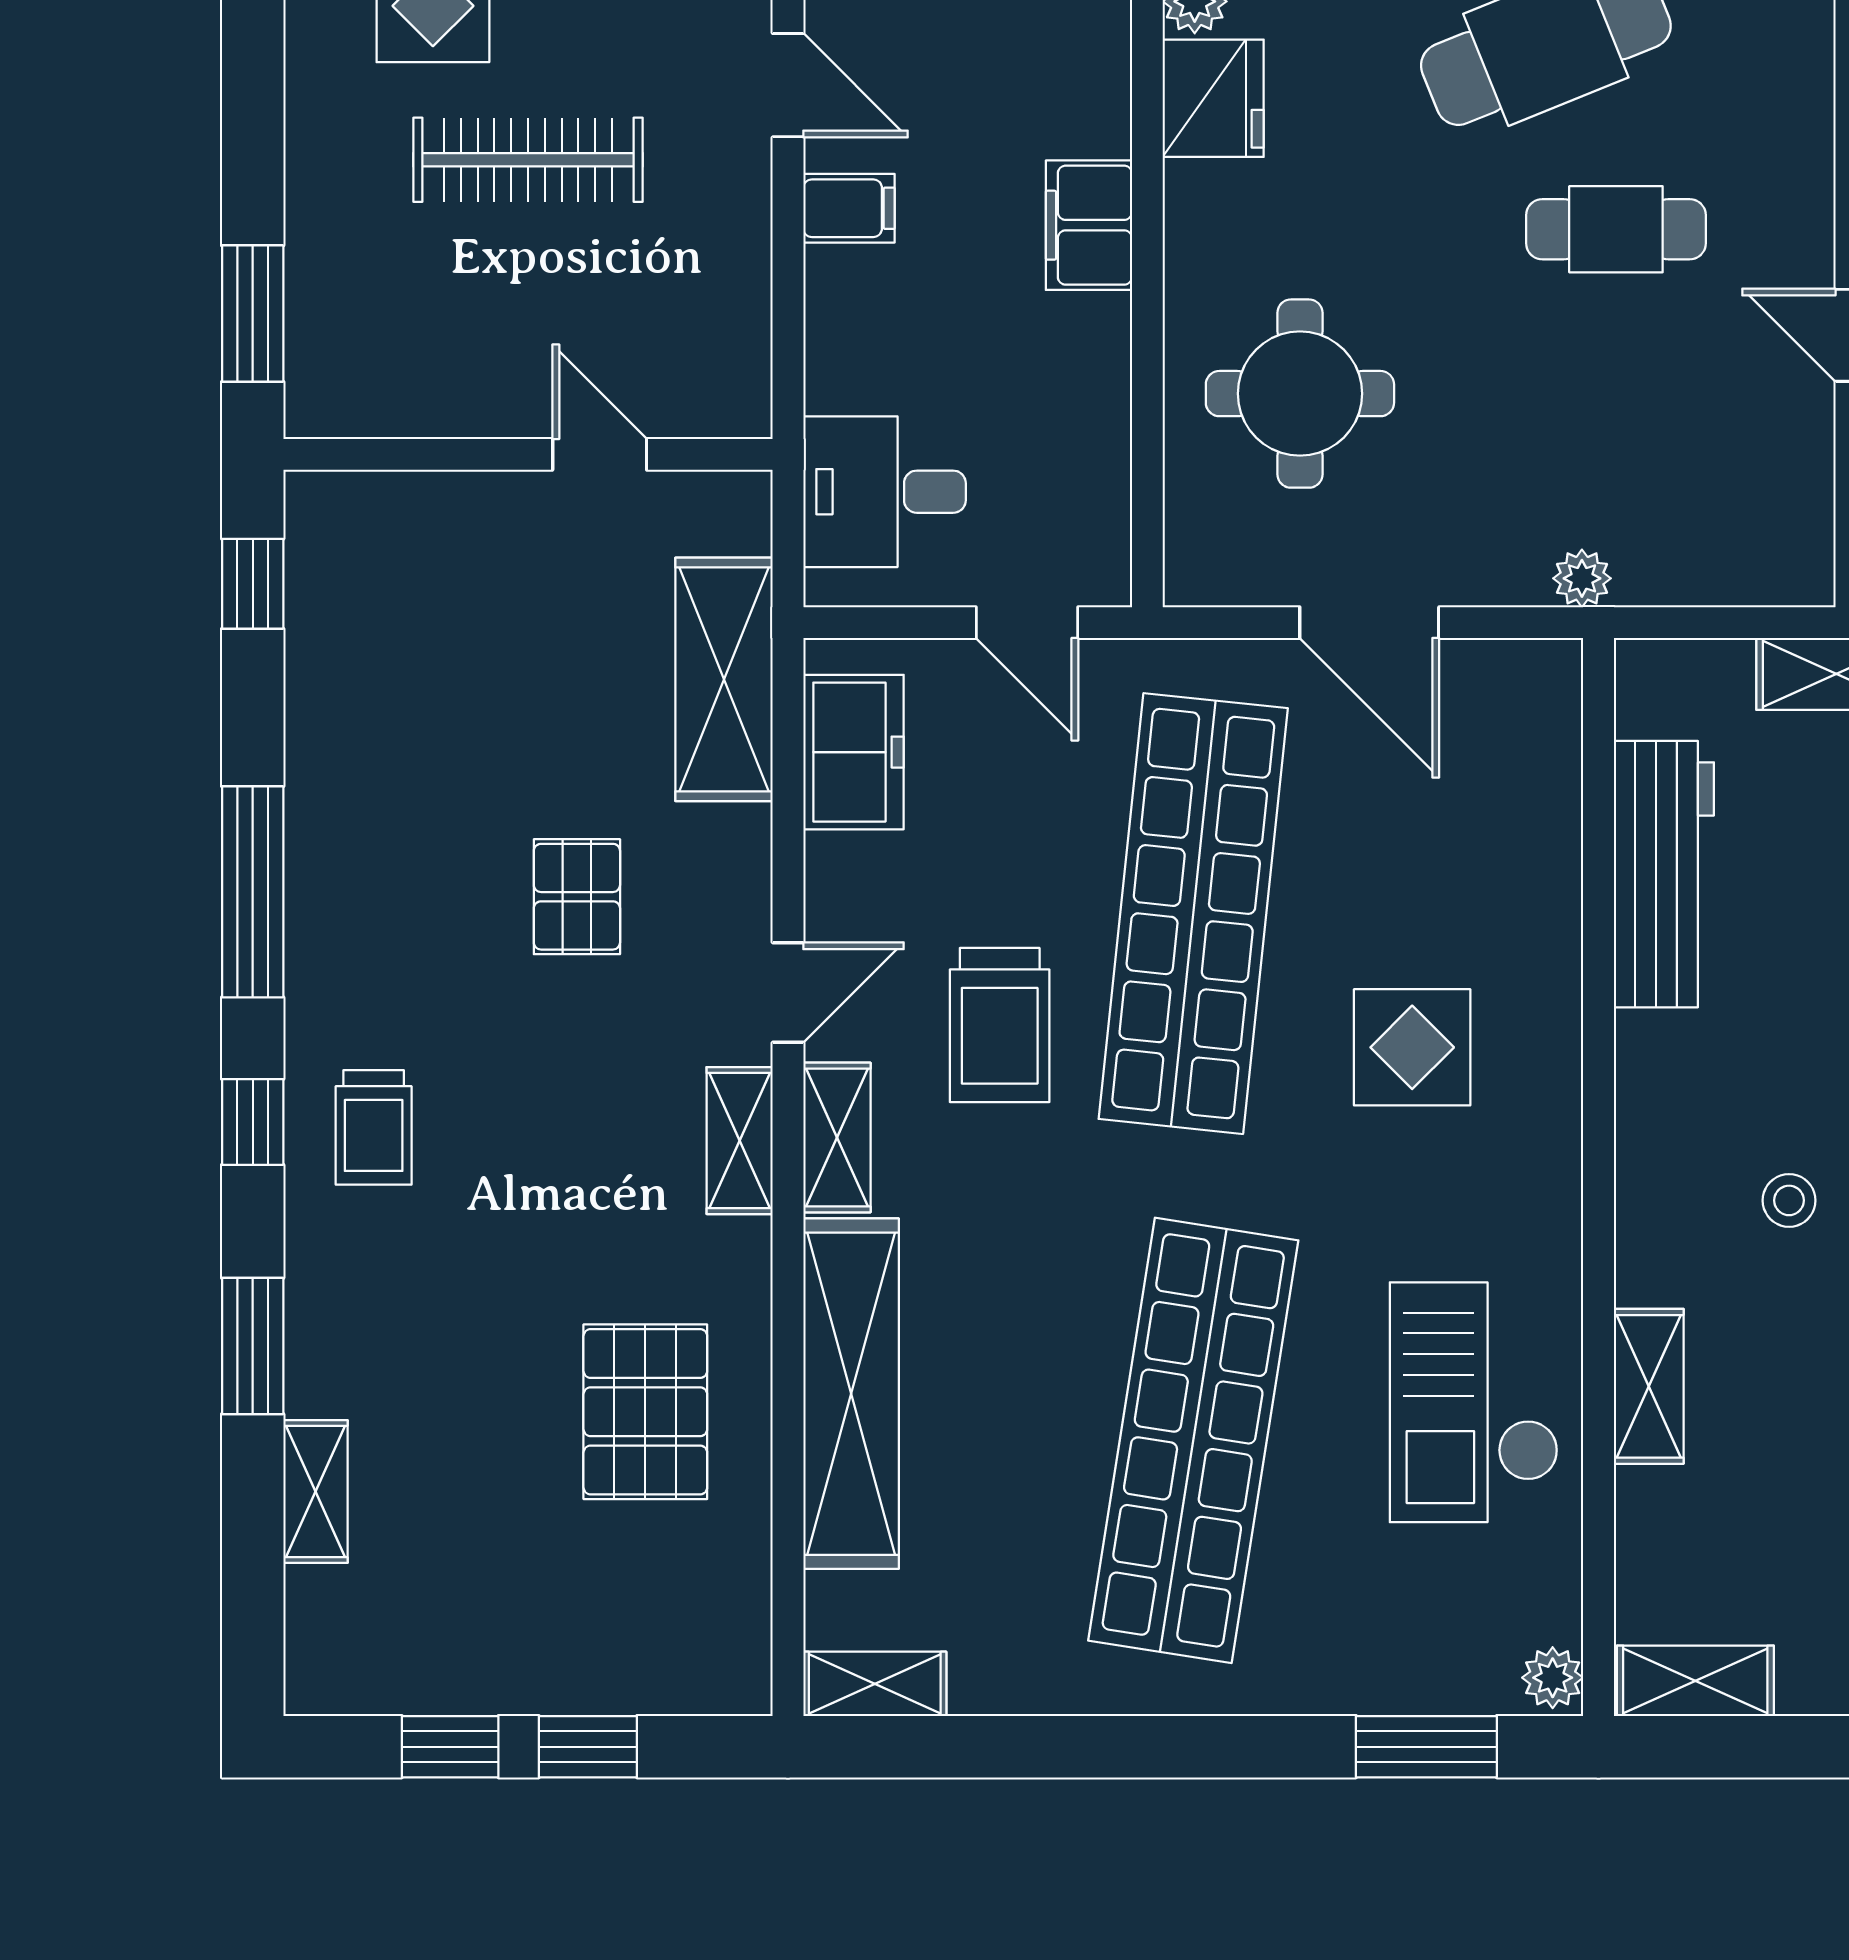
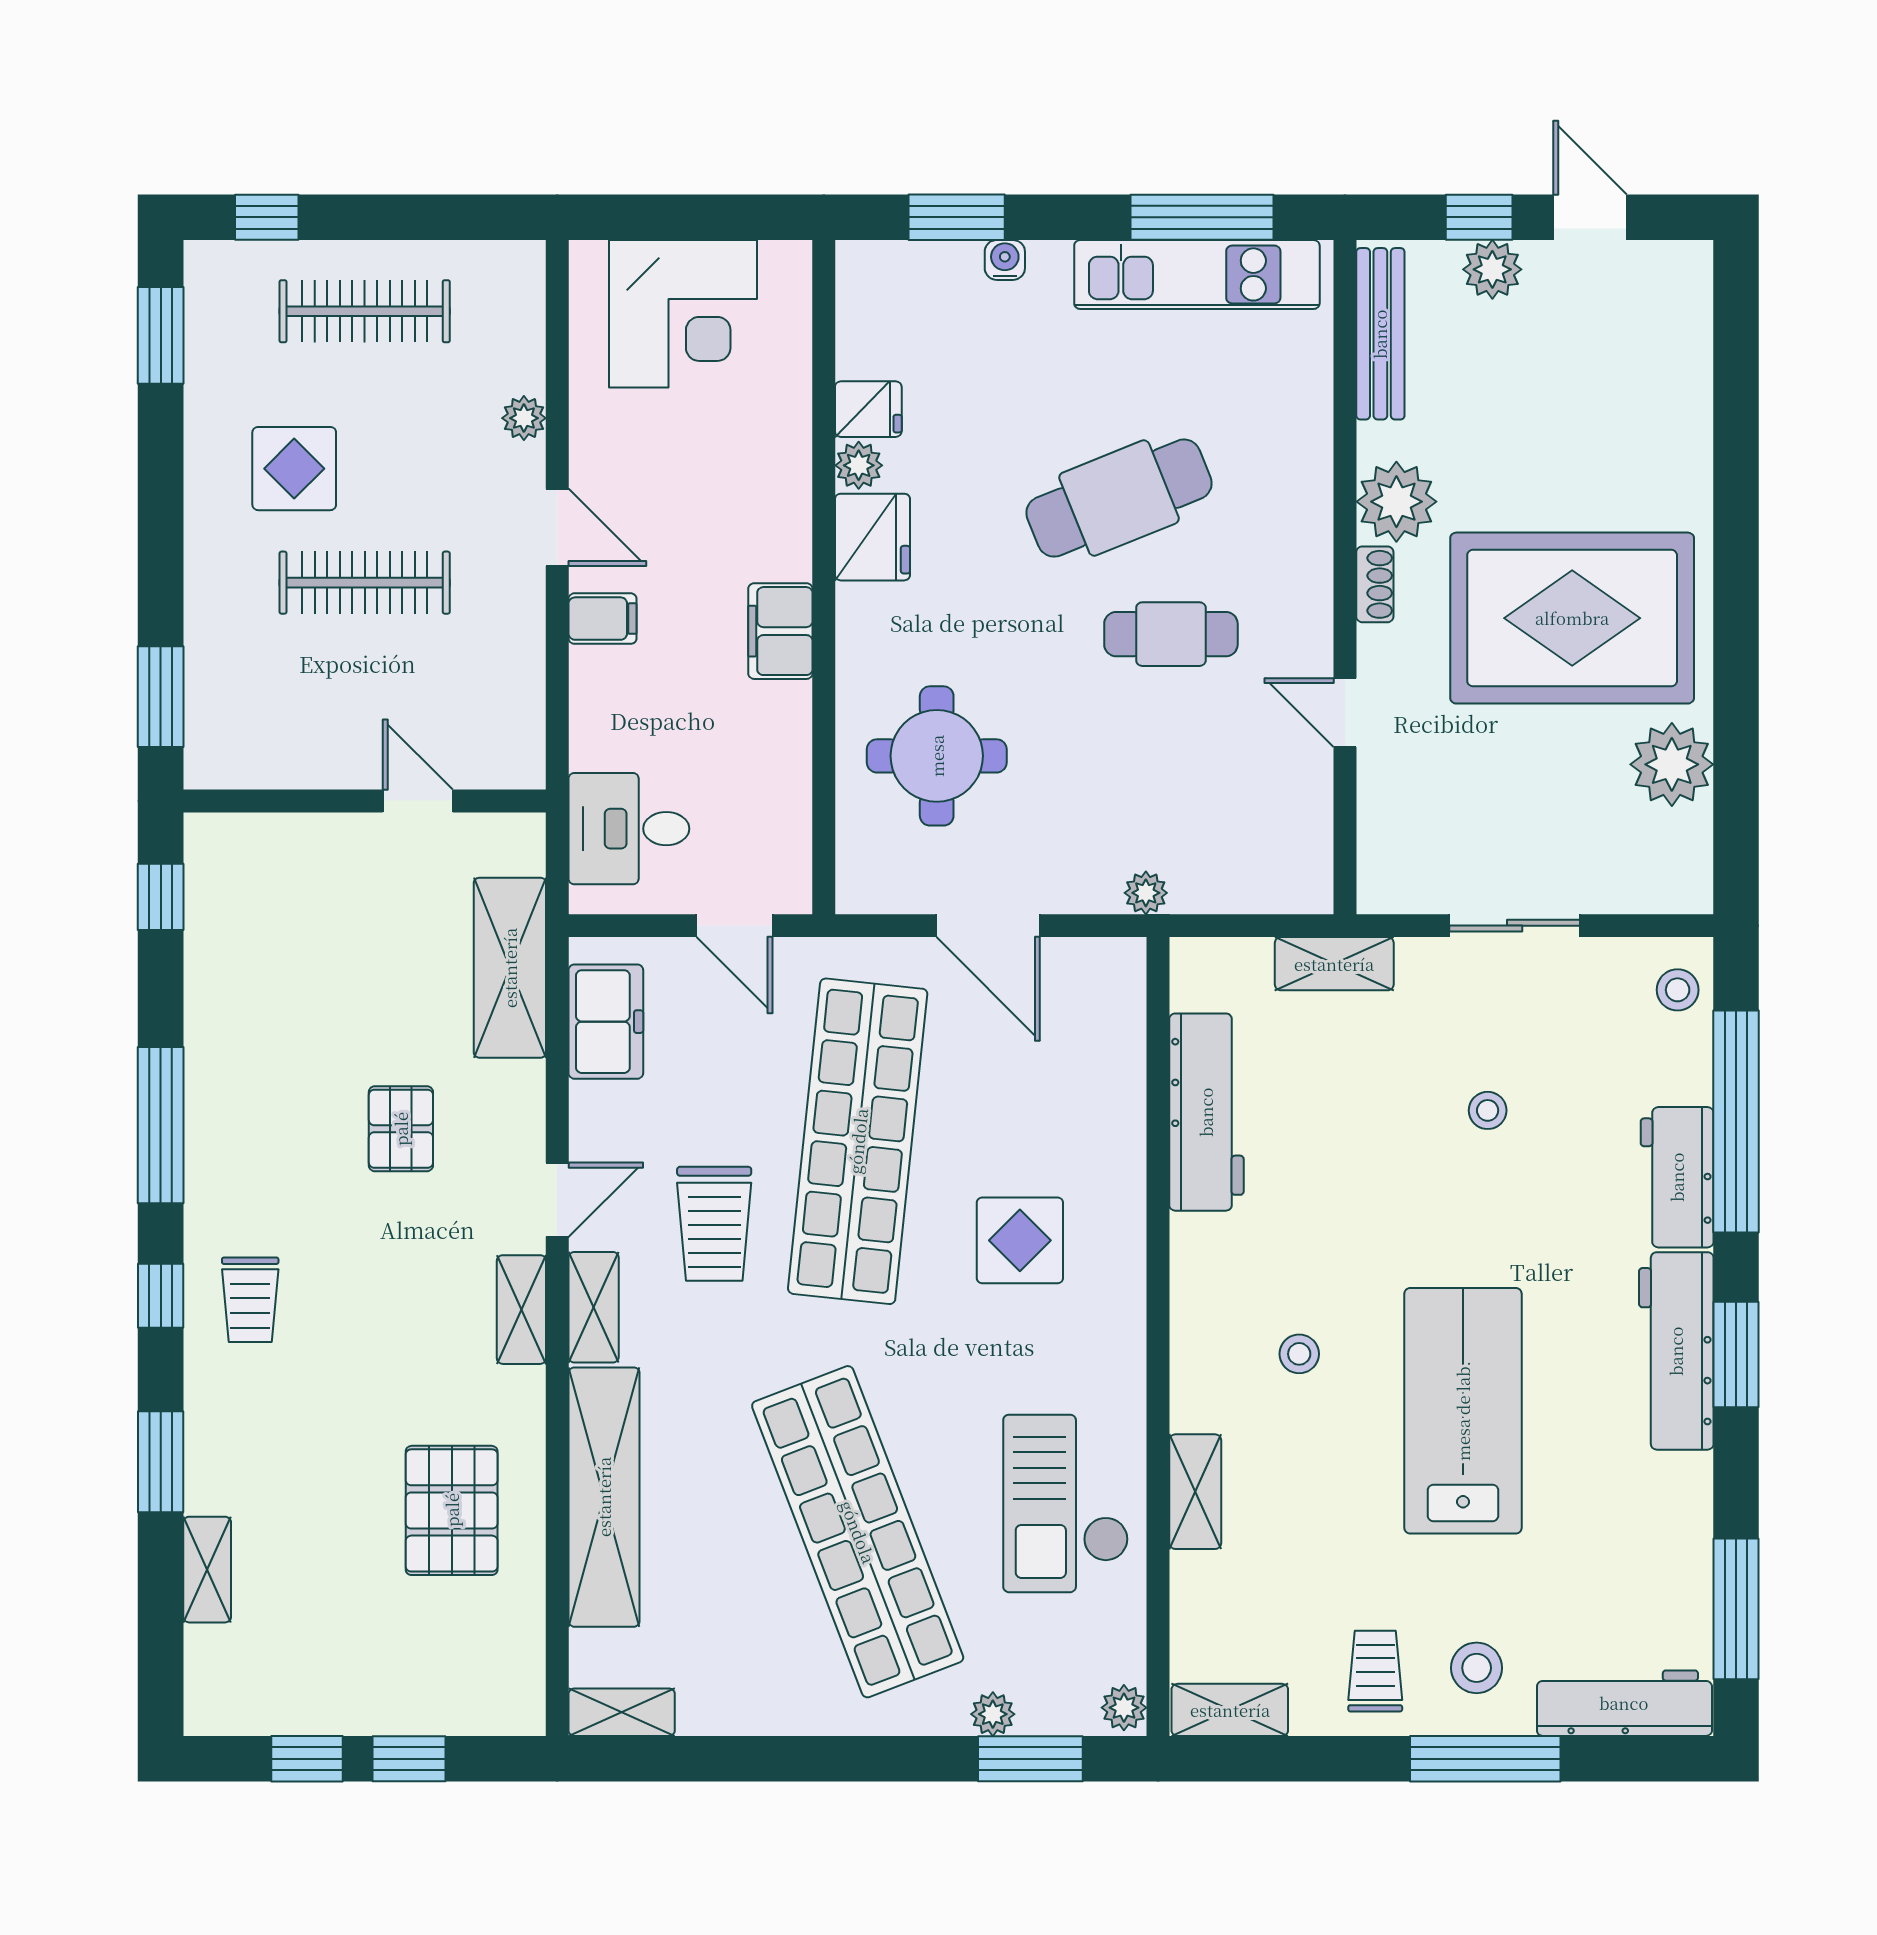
shop shelf: (1193, 1440) -> (858, 1532), turned -30
plant: (1376, 1687) -> (993, 1714), added

